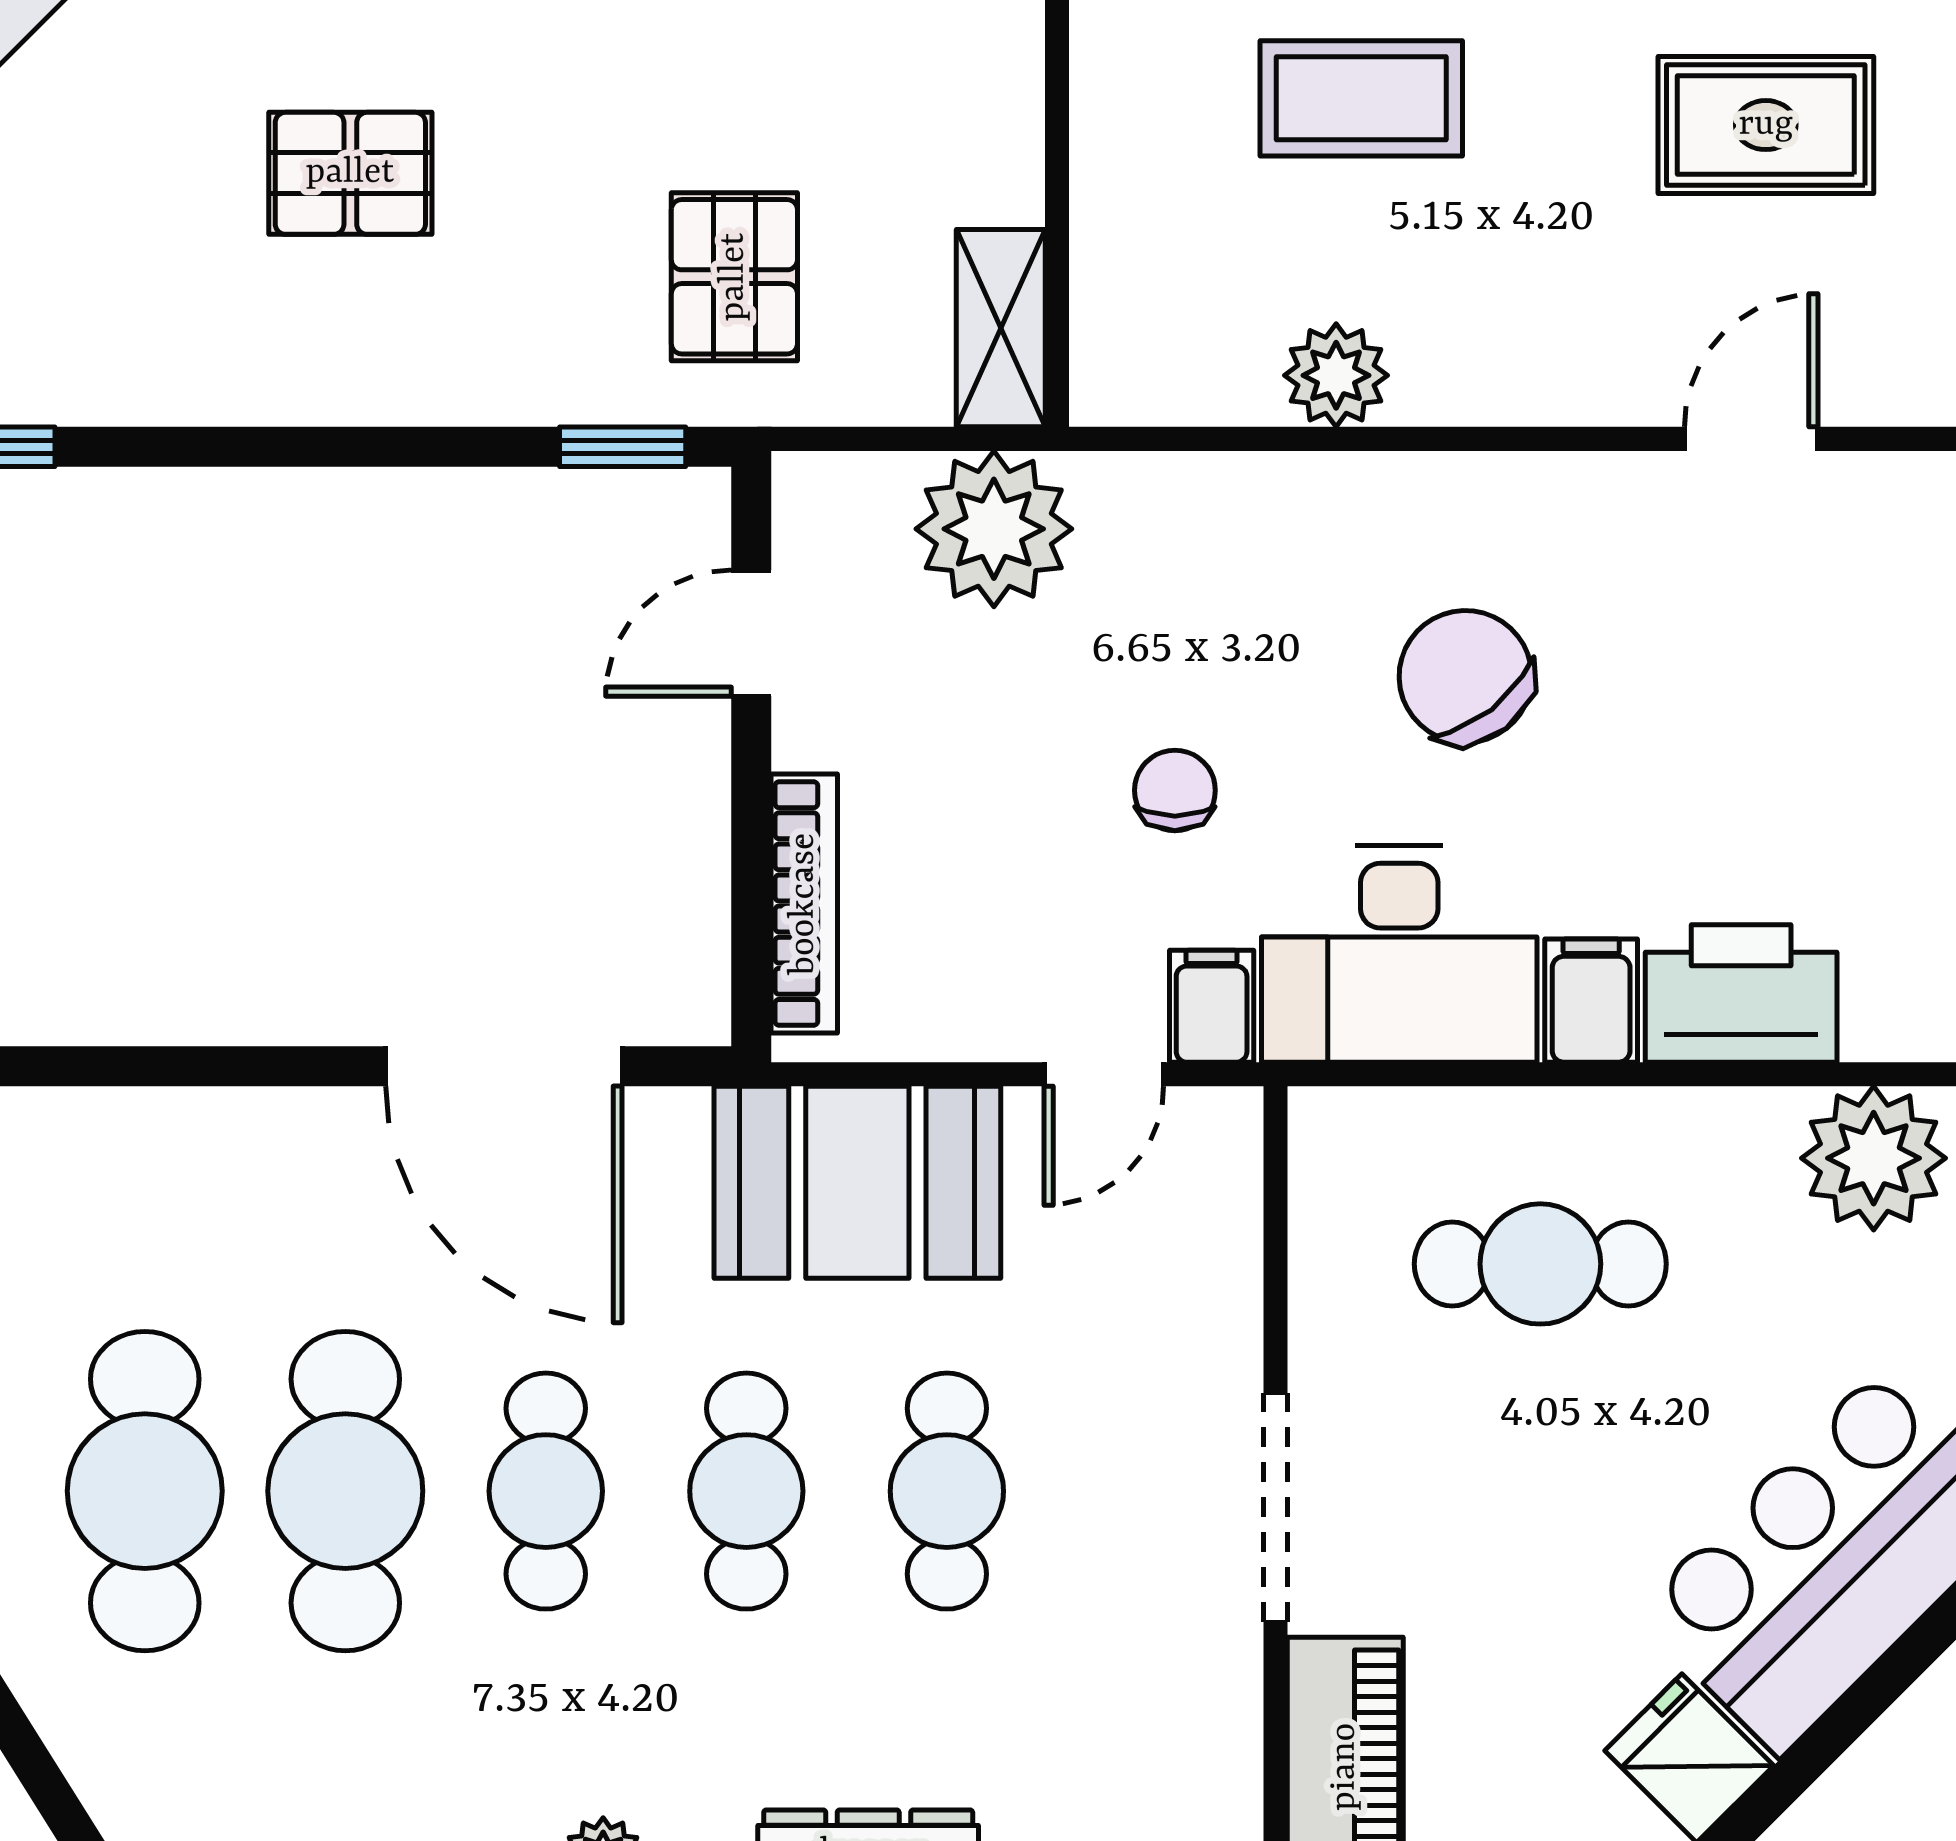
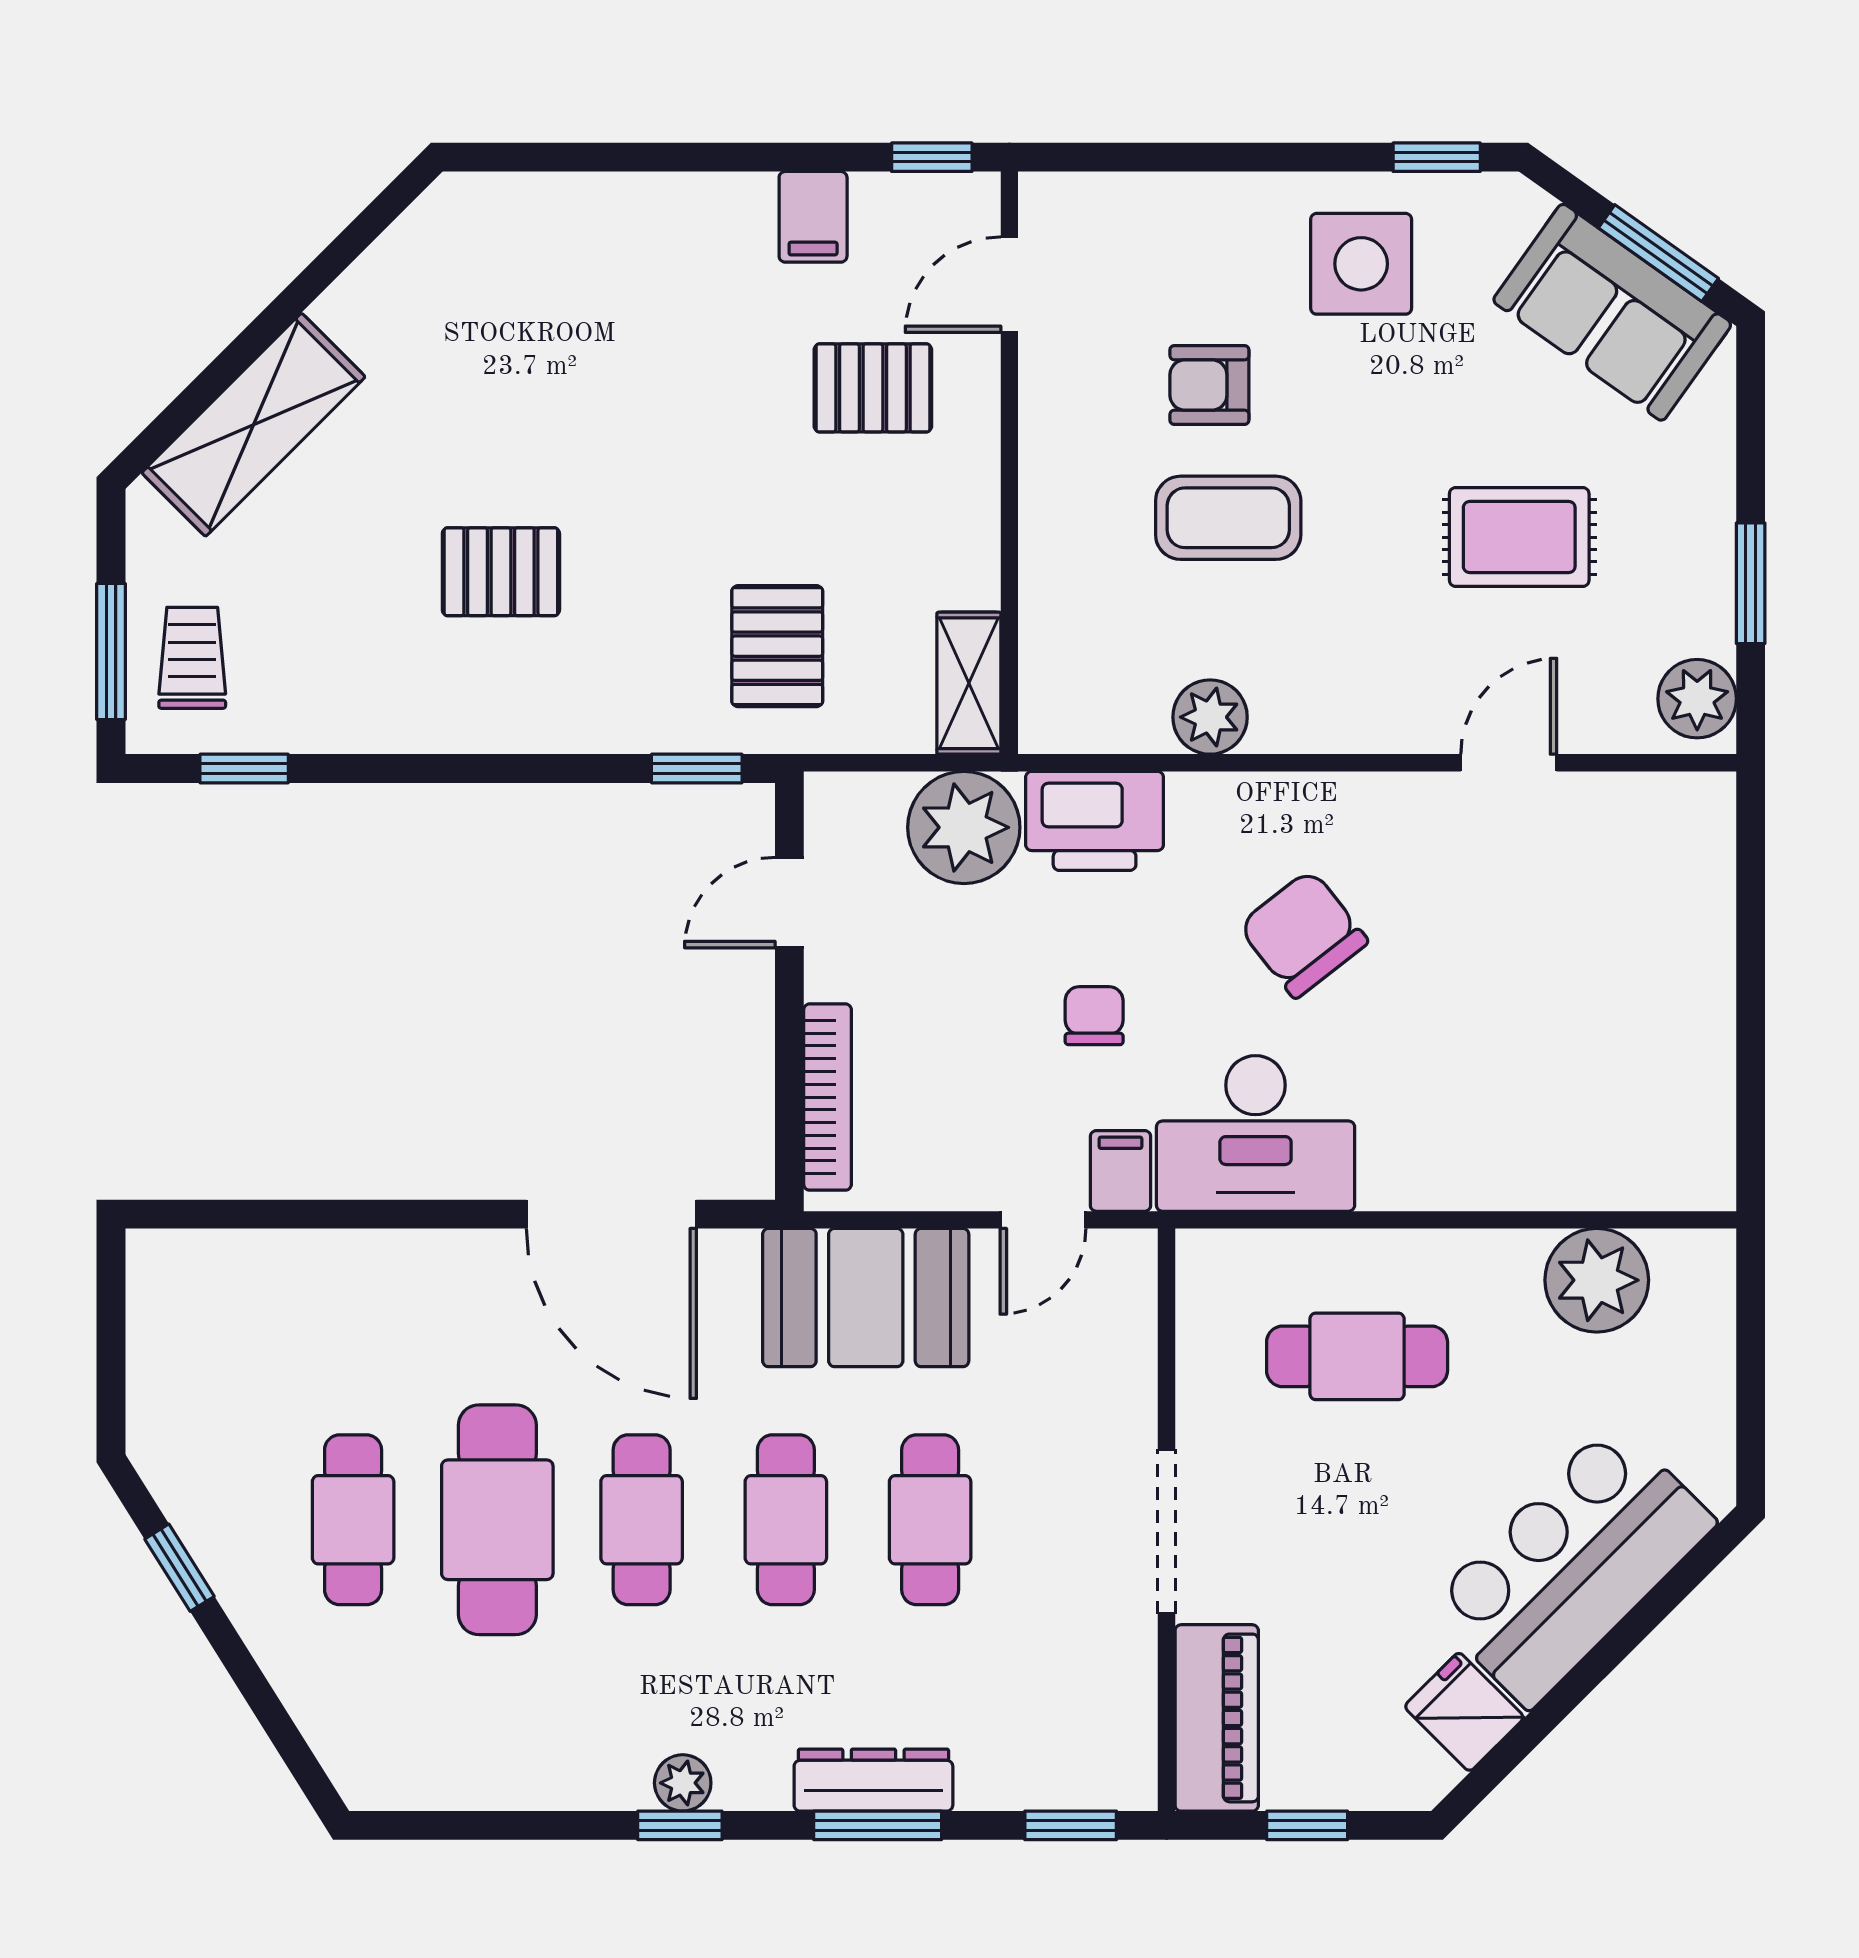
printer: (1741, 993) -> (1095, 821), moved, turned 180
filing cabinet: (1591, 1001) -> (1394, 1167), removed
cafe table: (145, 1491) -> (353, 1520), width x0.73, depth x0.74

